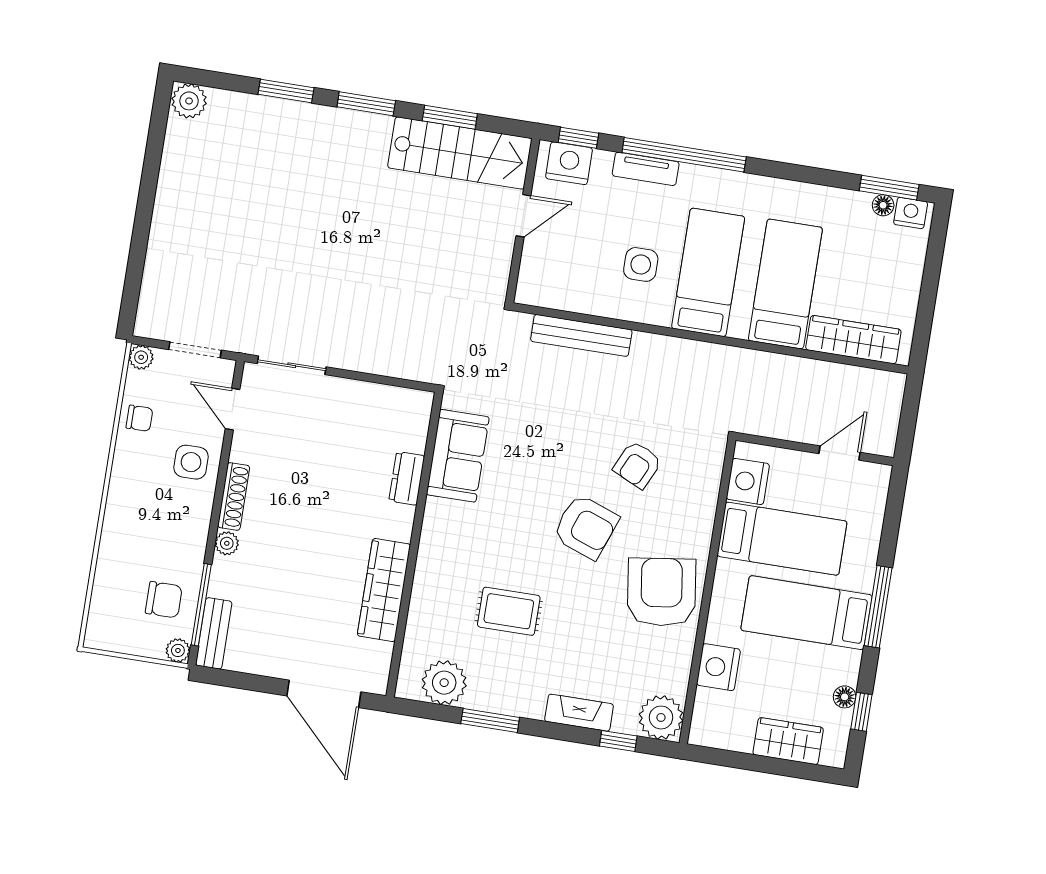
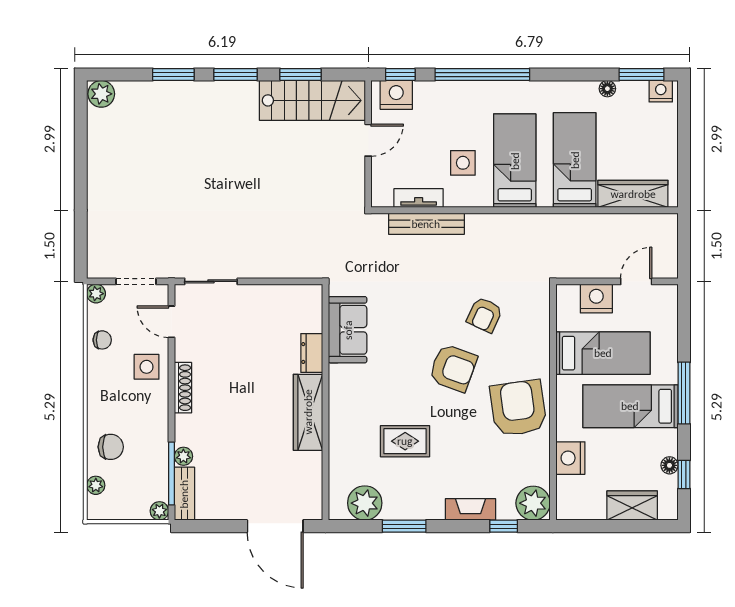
tv unit: (646, 169) -> (419, 198), moved, turned 180
floor lamp: (883, 205) -> (607, 89), moved
nightstand: (748, 481) -> (596, 299), moved, turned 90
plant: (227, 543) -> (183, 456), moved
wardrobe: (384, 590) -> (308, 412), moved
chair: (164, 600) -> (111, 447), moved
plant: (101, 604) -> (96, 485), added

